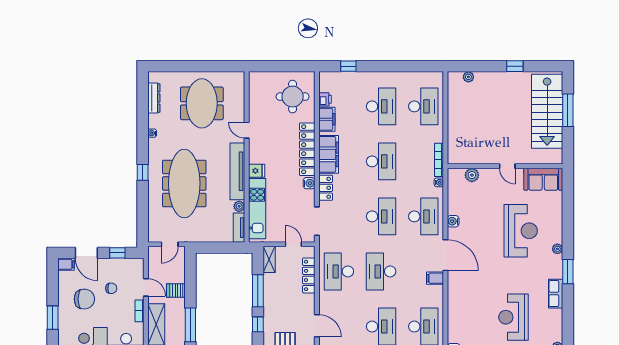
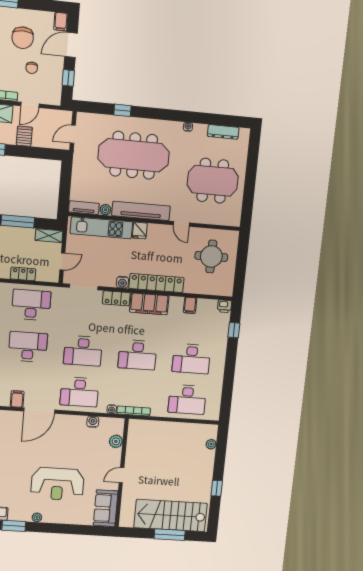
round table: (293, 97) -> (211, 256), moved
printer: (325, 99) -> (225, 306), moved
filing cabinet: (327, 119) -> (190, 305), width x0.50
door: (247, 130) -> (181, 224), swing flipped
window: (143, 172) -> (122, 110), moved
water cooler: (453, 221) -> (93, 422), moved
door: (170, 244) -> (73, 134), hinge flipped
locker: (309, 275) -> (23, 274), width x0.66

